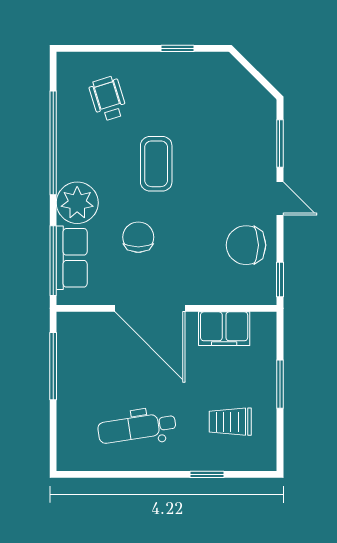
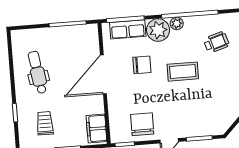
plant: (68, 168) -> (177, 23), added
filing cabinet: (224, 329) -> (96, 129), moved

